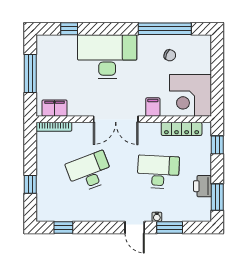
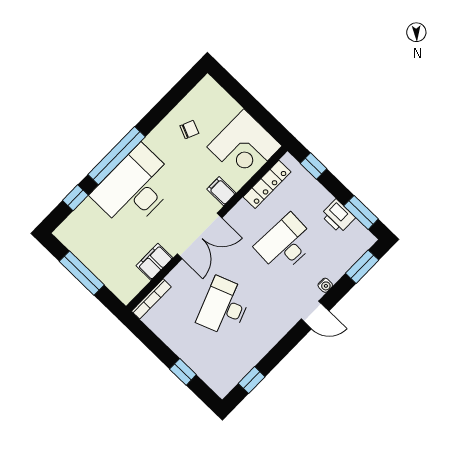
window: (165, 29) -> (117, 156), moved
filing cabinet: (55, 108) -> (154, 262), moved
window: (170, 227) -> (362, 267), moved

